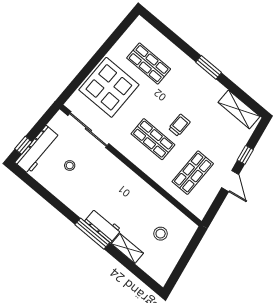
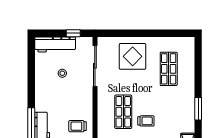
display table: (109, 87) -> (133, 56), width x0.73, depth x0.73
window: (23, 145) -> (73, 33), moved
trolley: (131, 193) -> (78, 126), added

